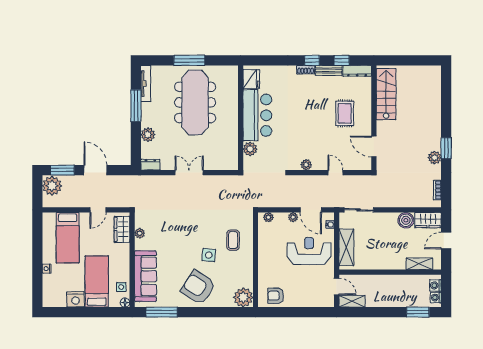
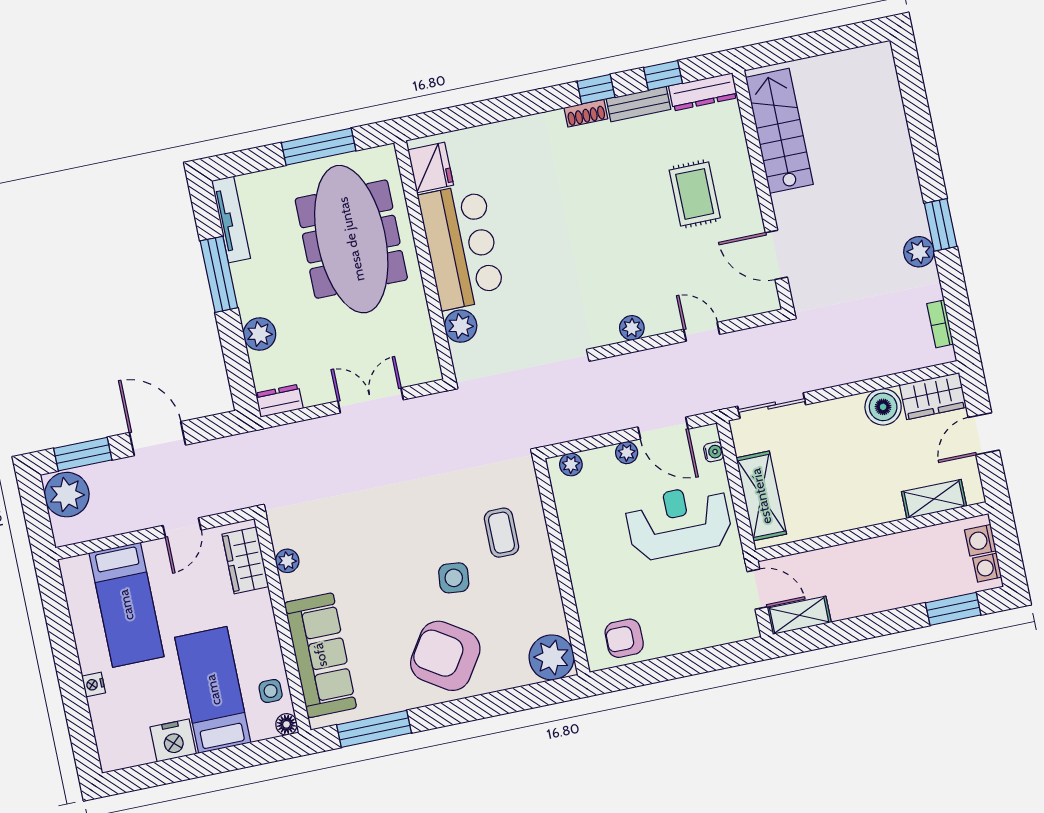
fridge: (251, 79) -> (431, 168), moved
bar counter: (257, 115) -> (461, 247), moved
wall: (241, 118) -> (425, 260), moved
plant: (250, 149) -> (461, 326), moved

